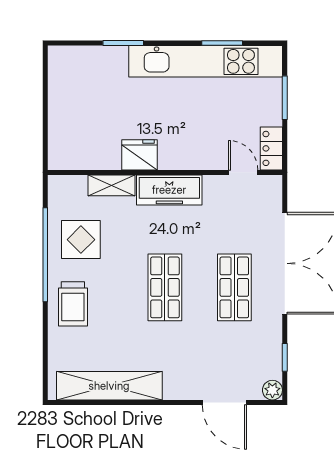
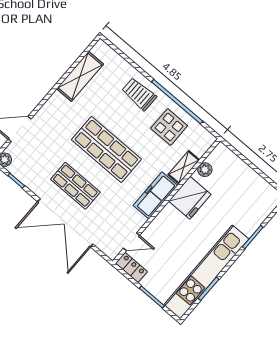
fridge: (139, 155) -> (190, 198), width x1.36, depth x1.34
plant: (94, 160) -> (205, 170), added
shop shelf: (165, 287) -> (106, 149), width x1.43, depth x1.36
shelving: (109, 386) -> (80, 76), width x0.68

